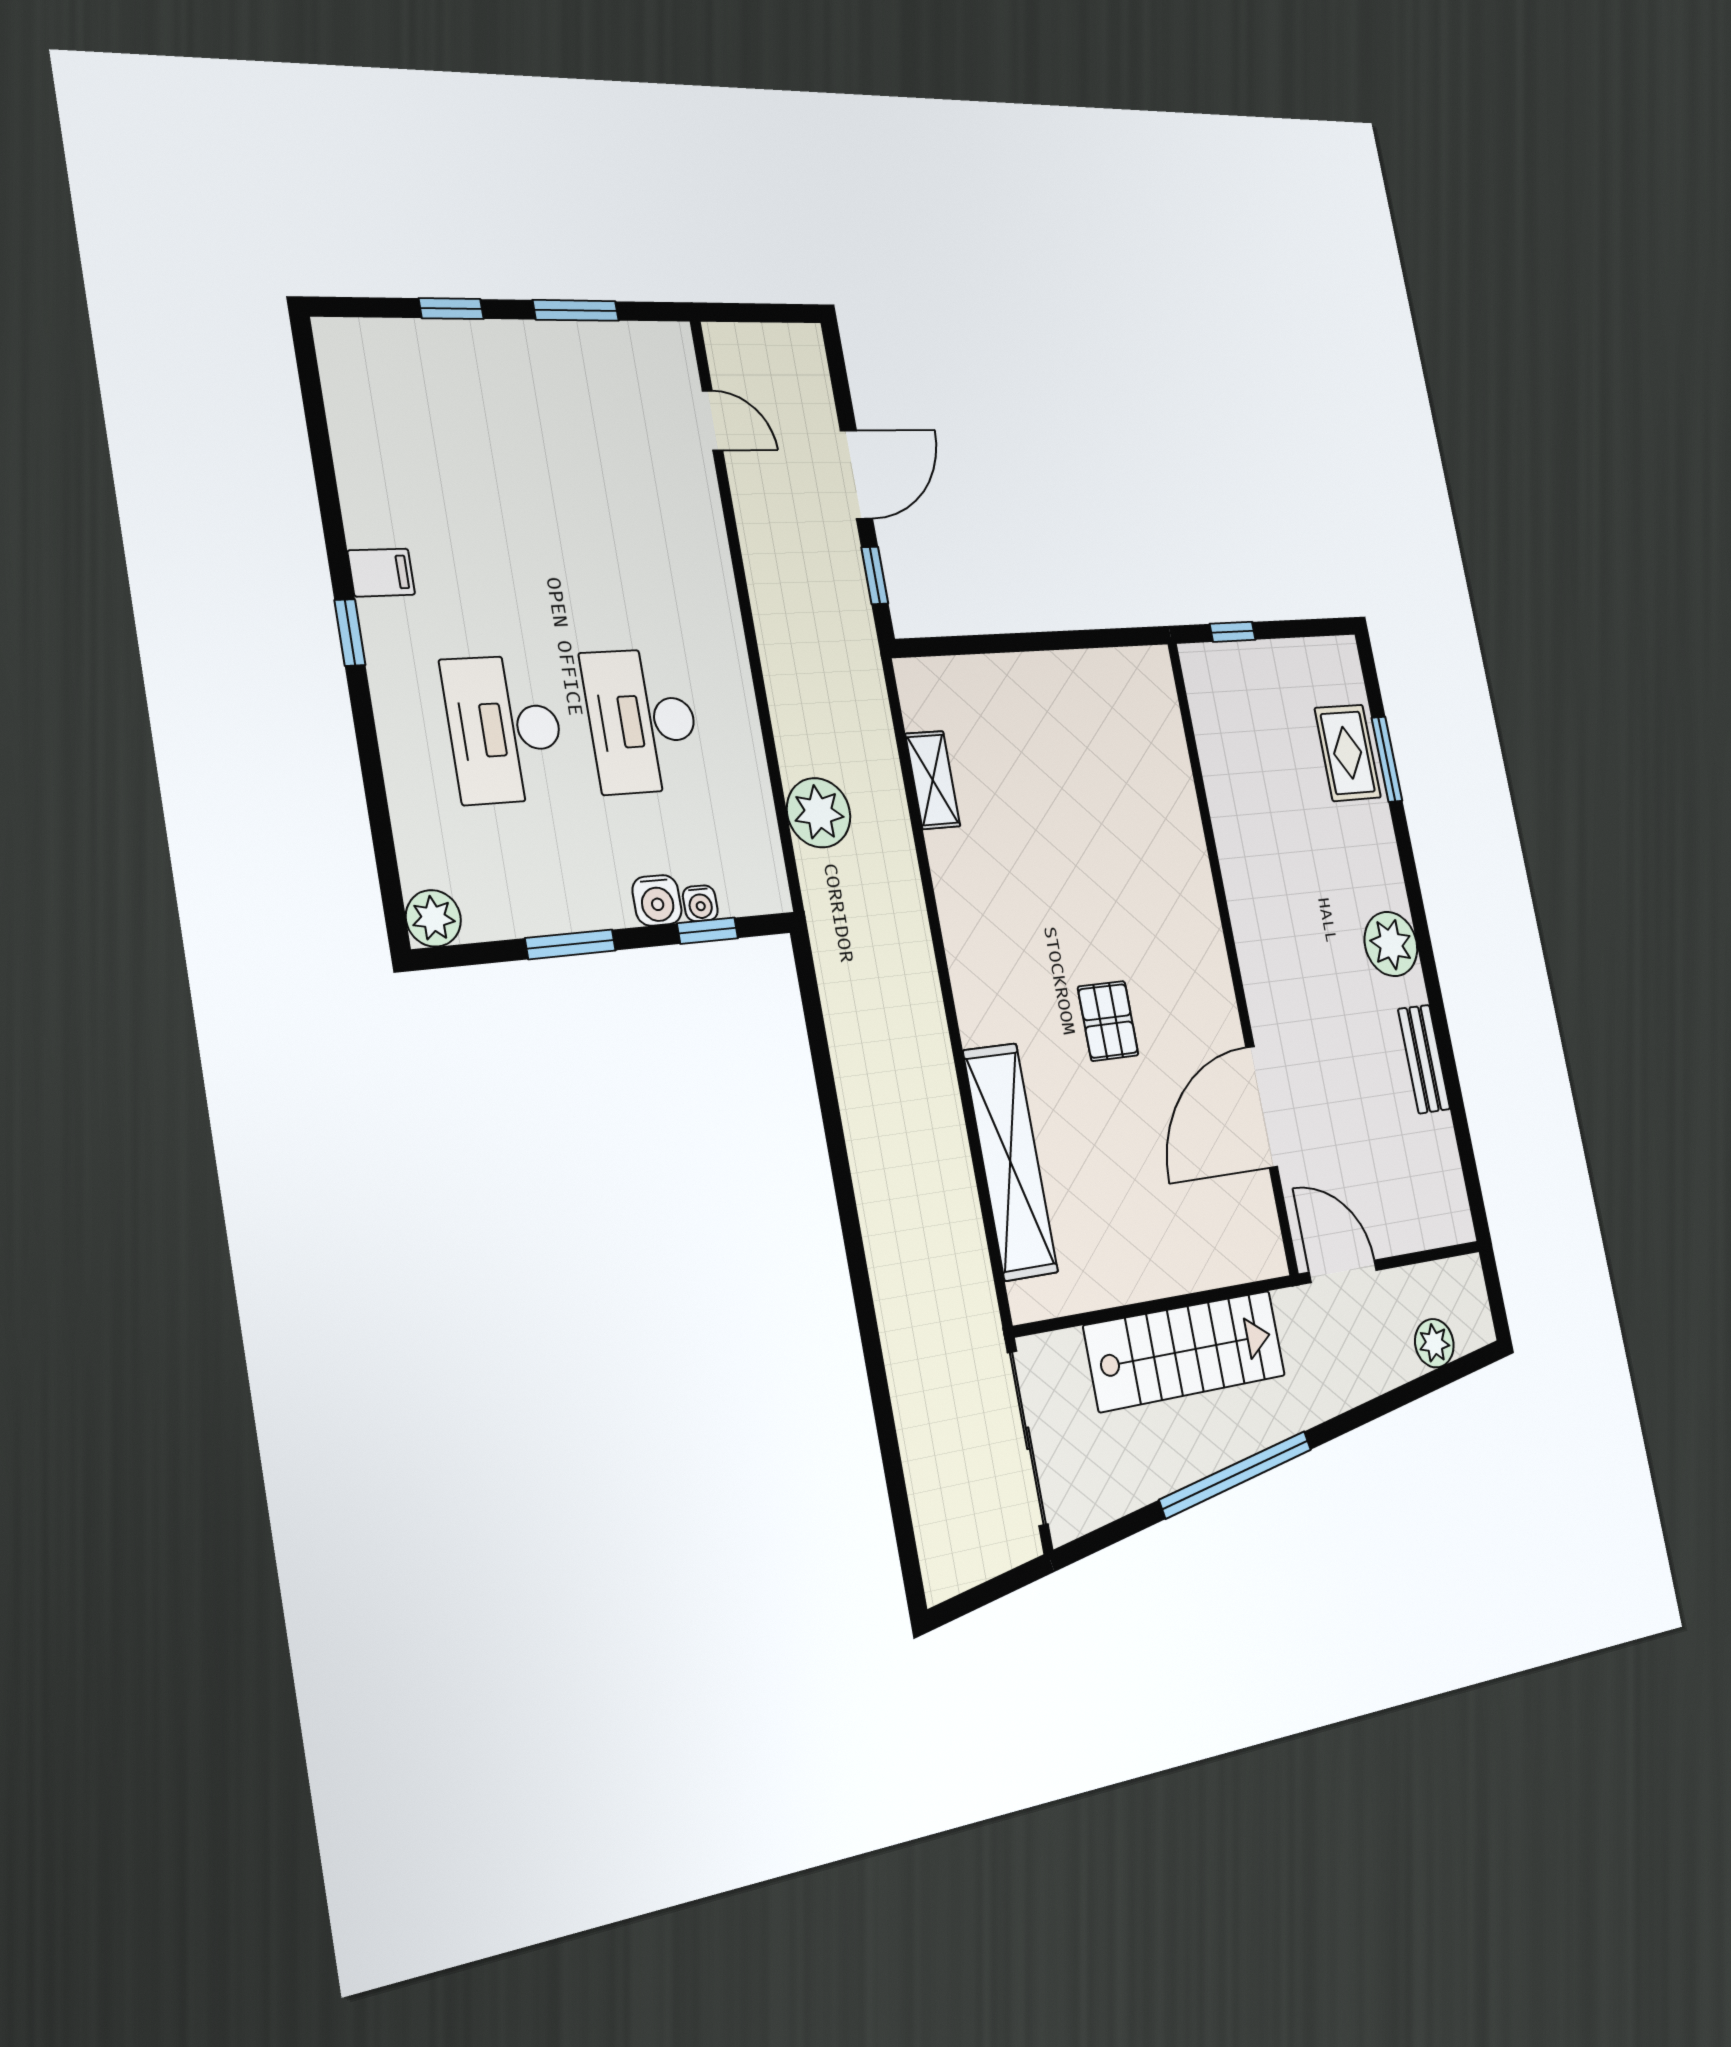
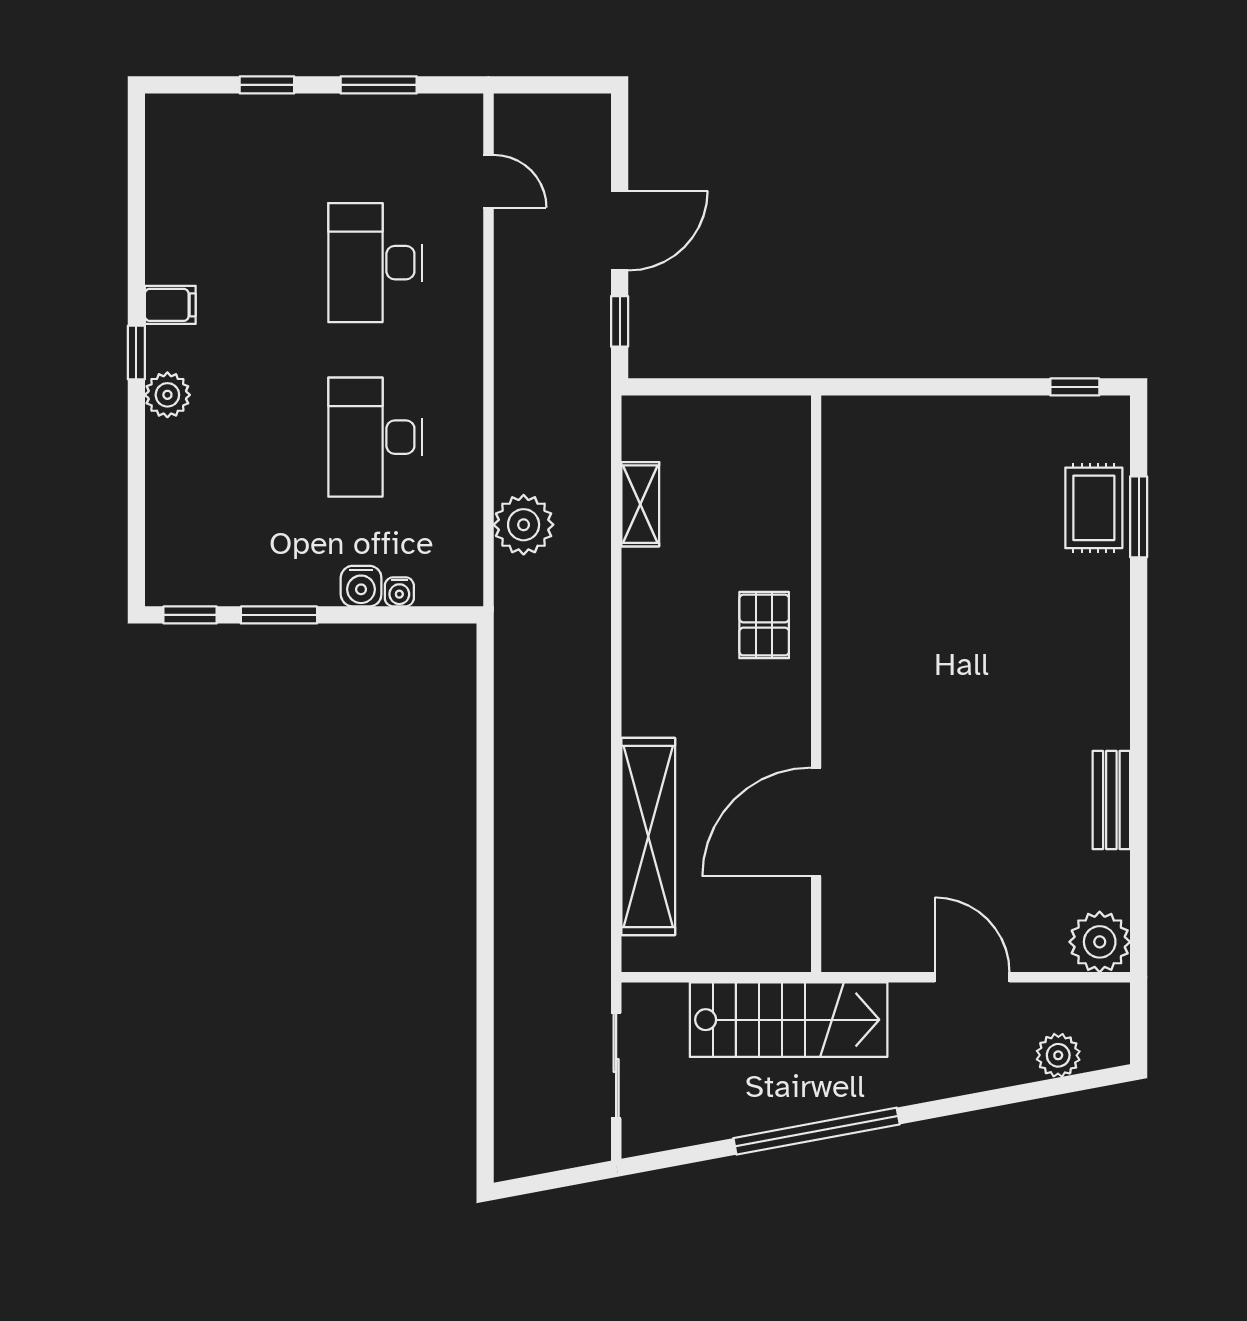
window: (1233, 632) -> (1075, 387), moved
desk: (505, 729) -> (375, 263), moved
plant: (433, 918) -> (167, 395), moved
window: (708, 931) -> (190, 615), moved
plant: (1391, 944) -> (1100, 942), moved
wall: (1232, 955) -> (816, 684), moved
pallet: (1108, 1021) -> (764, 625), moved
door: (1262, 1107) -> (816, 822), moved
sliding door: (1028, 1438) -> (616, 1066), width x0.73

